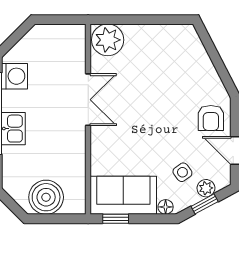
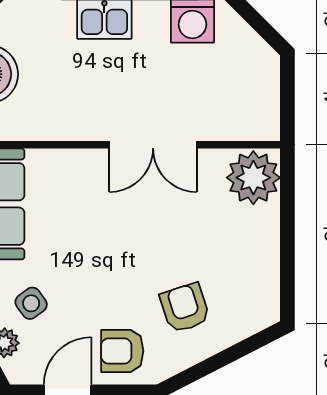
armchair: (185, 81) -> (185, 308), added

